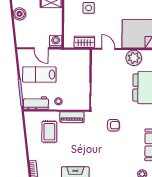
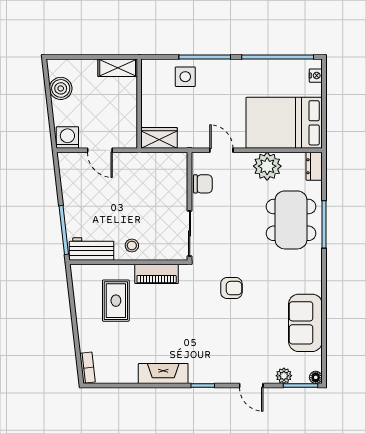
washing machine: (56, 41) -> (67, 138), moved
wardrobe: (84, 42) -> (159, 138), moved
chair: (98, 67) -> (203, 184), added
lab bench: (39, 74) -> (97, 197), removed

